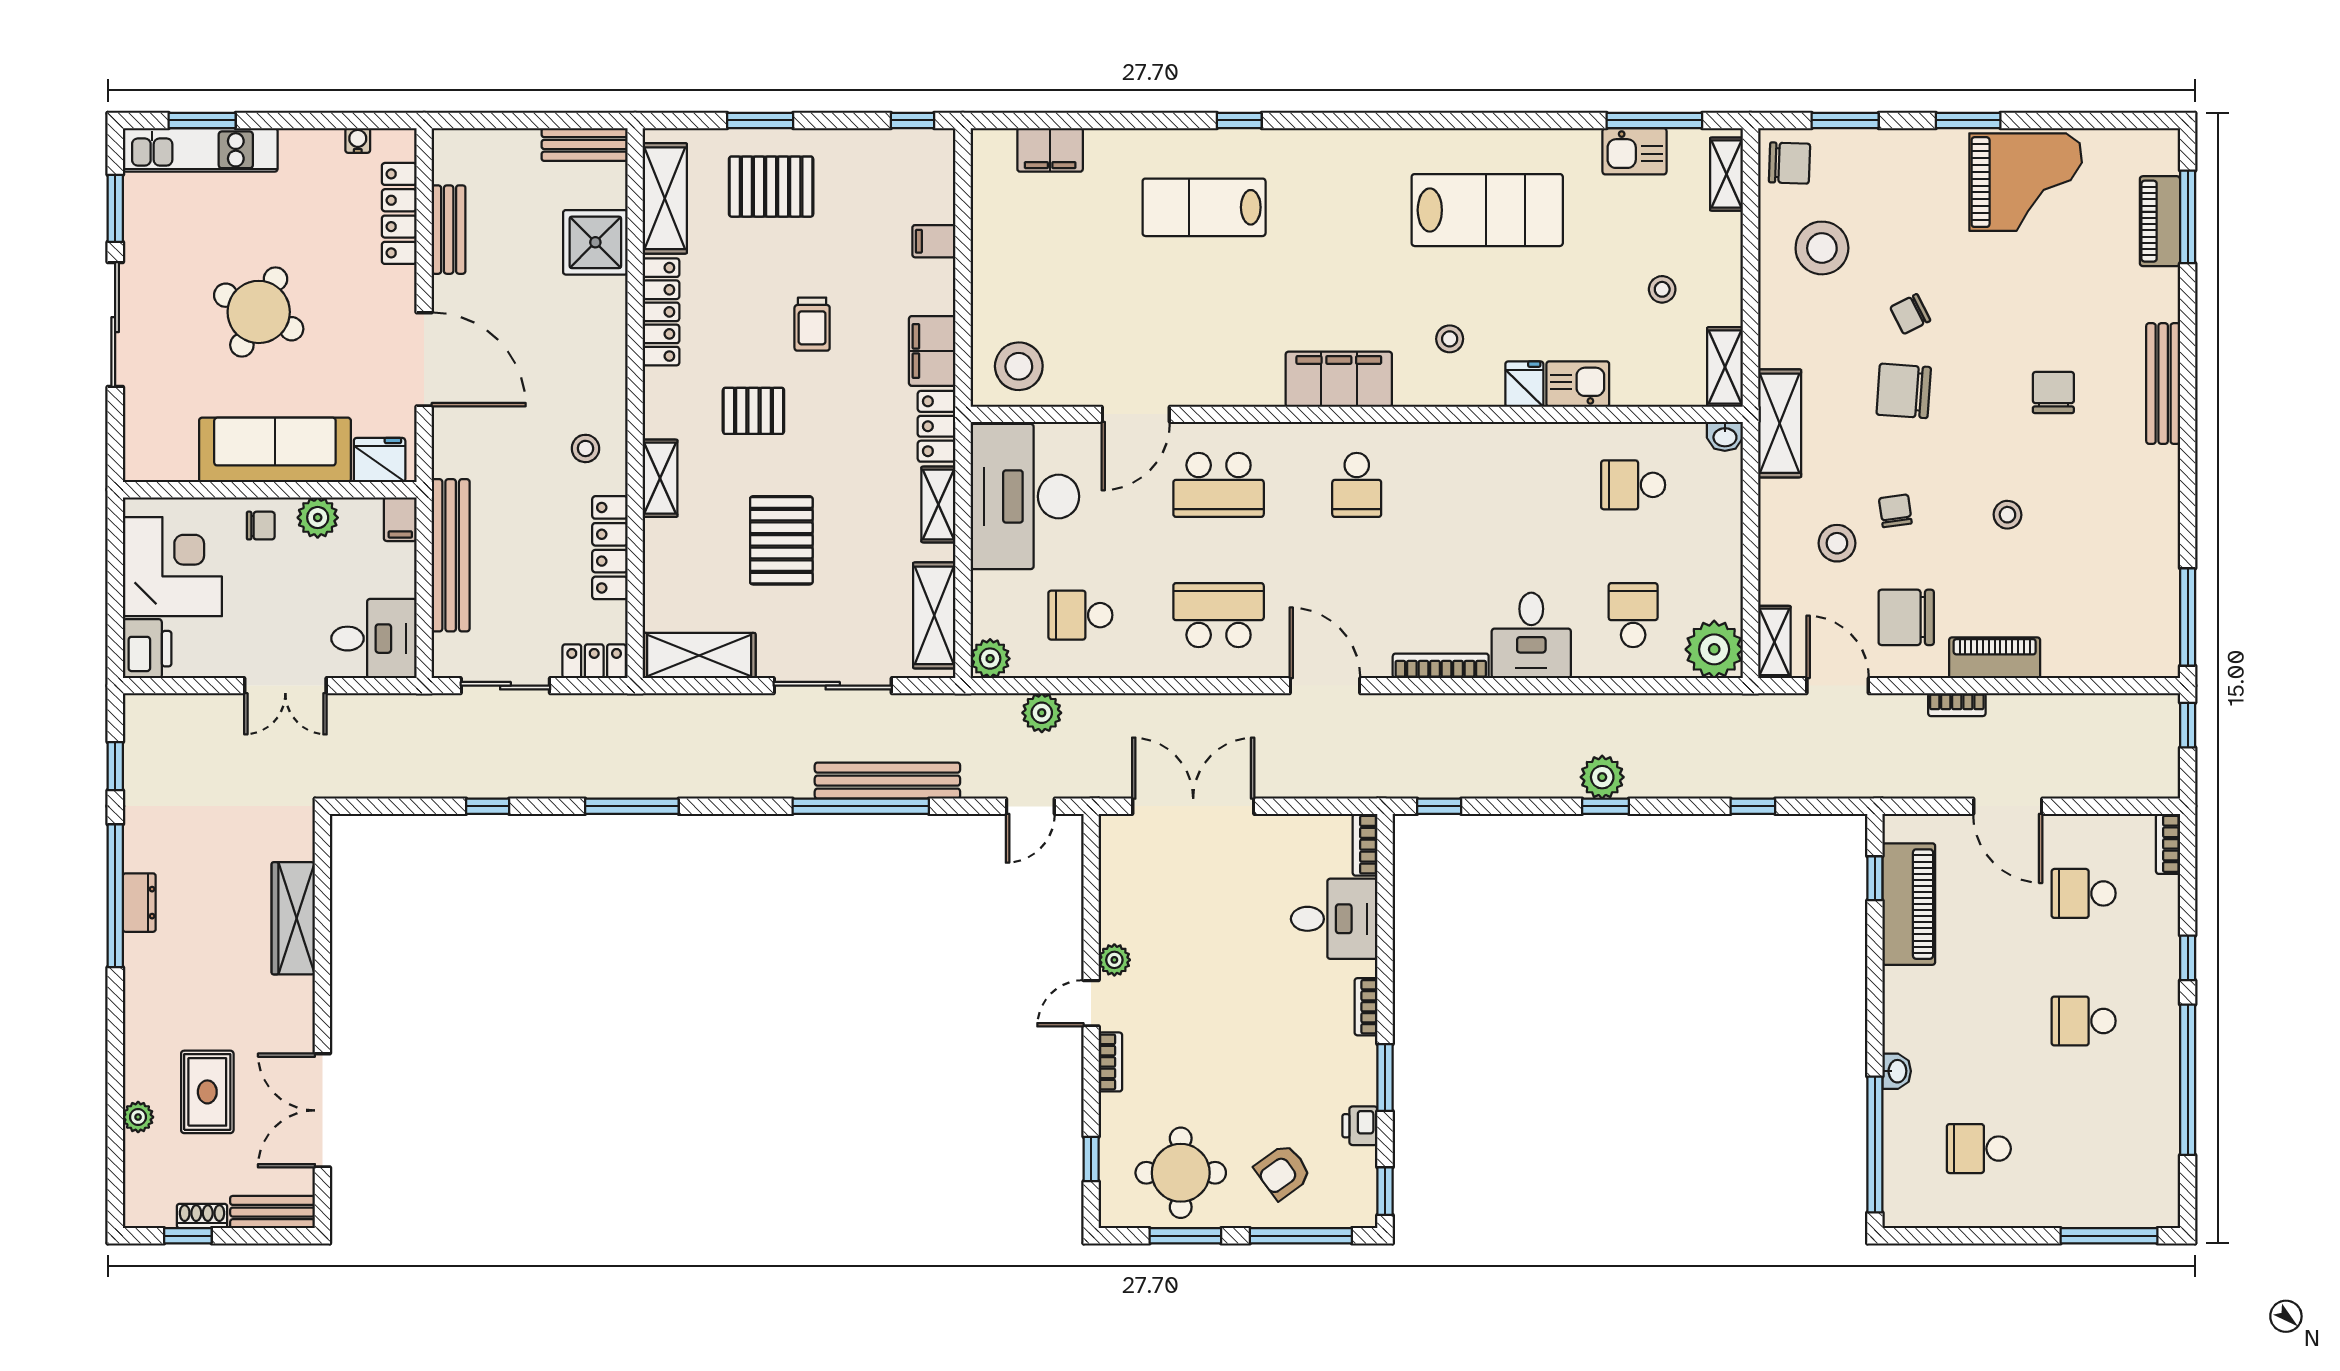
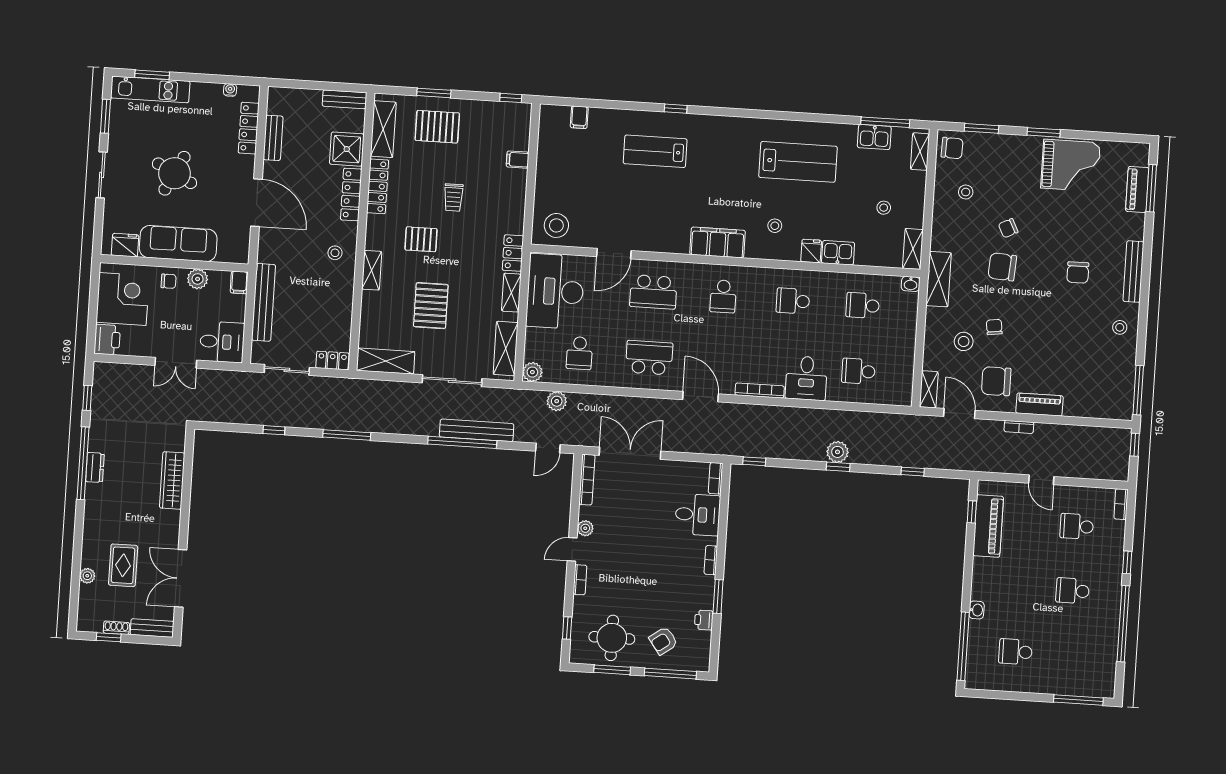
filing cabinet: (1050, 150) -> (579, 117), width x0.50
stool: (1822, 248) -> (966, 192), width x0.53, depth x0.53
sliding door: (115, 325) -> (102, 175), width x0.73
filing cabinet: (932, 351) -> (513, 215), removed
chair: (2053, 392) -> (1078, 272), turned 180
fridge: (380, 460) -> (125, 245), moved
school desk: (1495, 485) -> (793, 301), added
stool: (2007, 515) -> (1120, 327), moved
locker: (610, 548) -> (351, 194), moved
school desk: (1080, 615) -> (579, 353), turned -90
school desk: (1633, 615) -> (858, 371), turned -90
plant: (1714, 649) -> (898, 391), removed
door: (2008, 806) -> (1041, 480), width x0.73
bookcase: (1111, 864) -> (587, 480), added
window: (1385, 1191) -> (714, 654), removed

